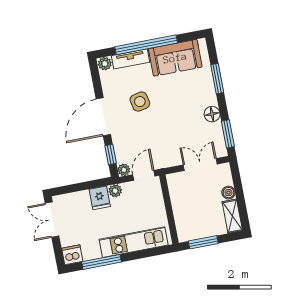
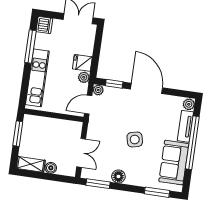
window: (217, 79) -> (157, 192), moved
side table: (140, 102) -> (135, 139), moved
door: (144, 175) -> (88, 105), swing flipped

